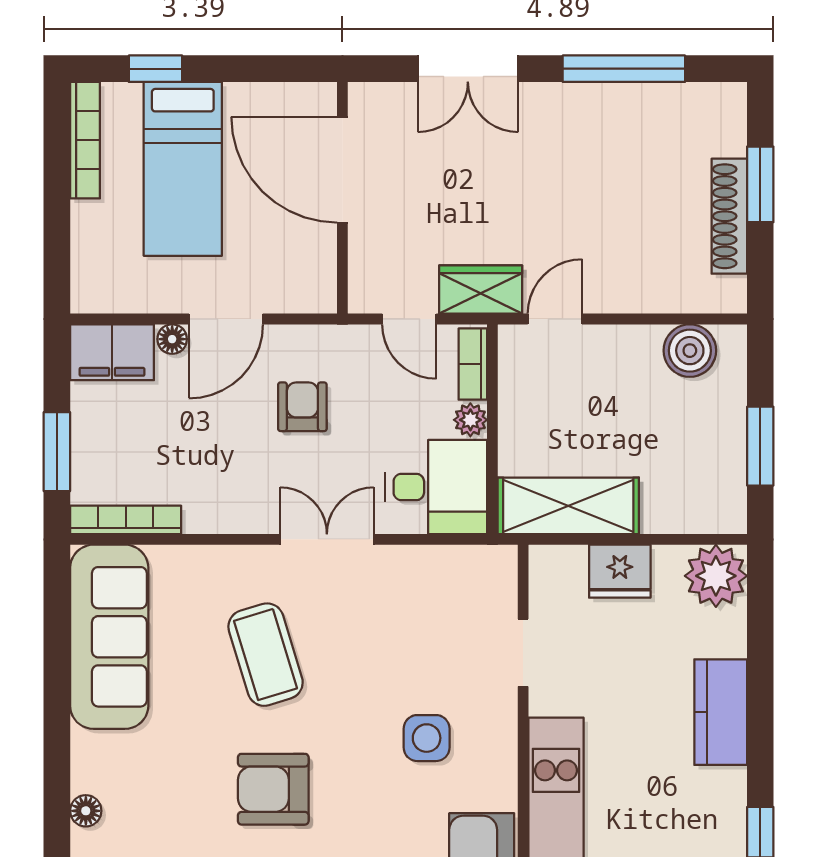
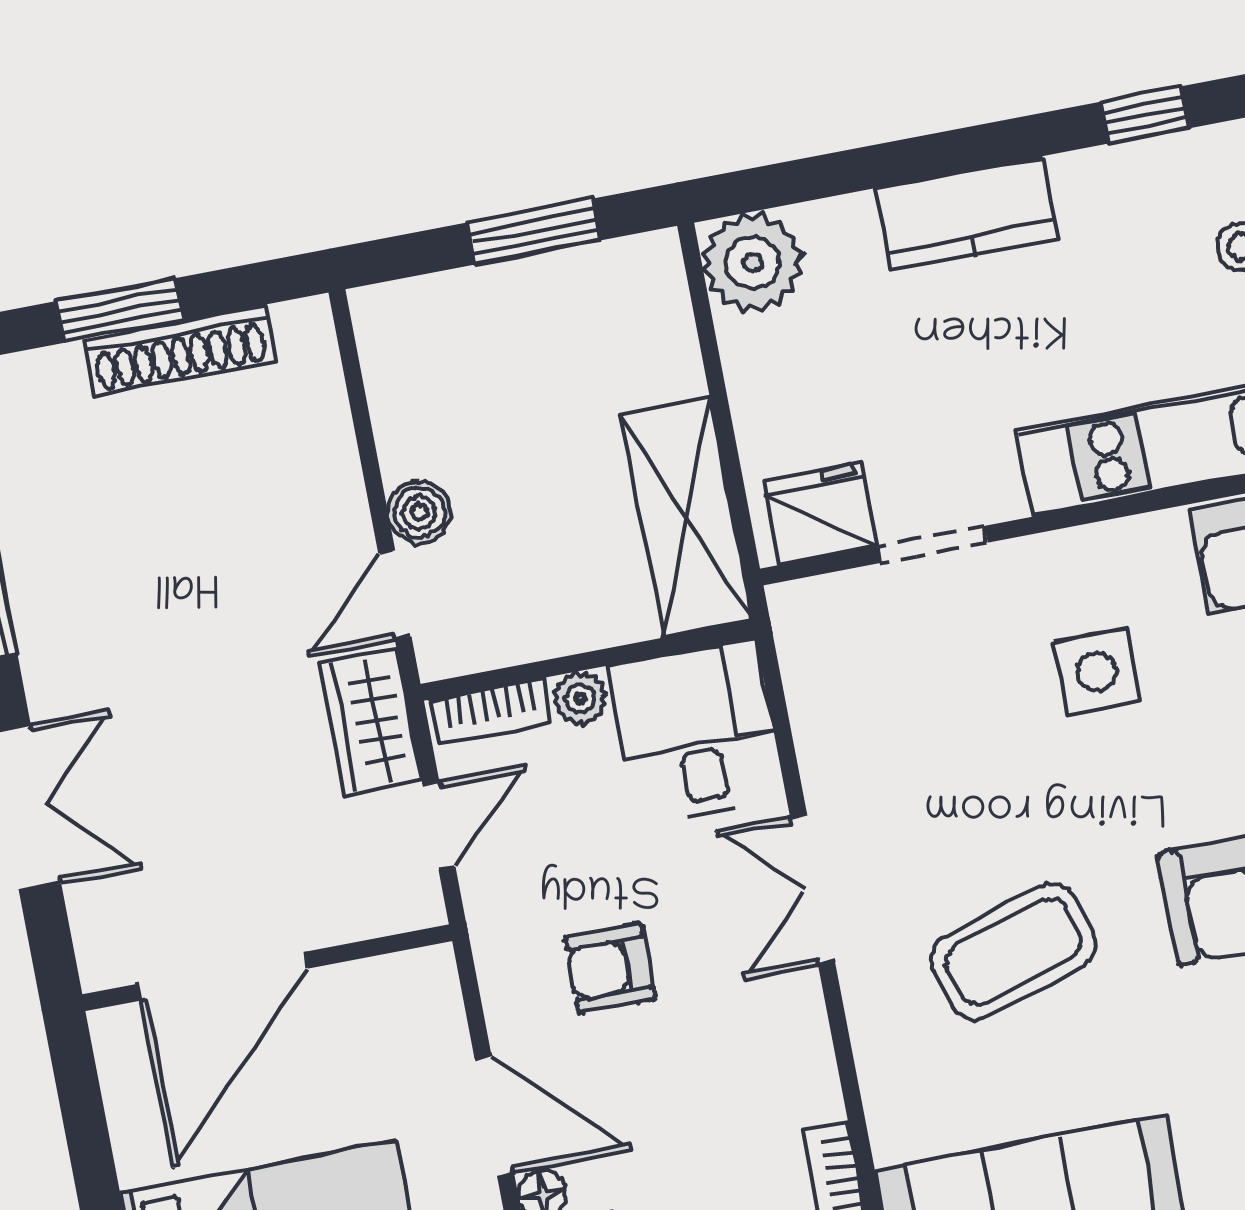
door: (555, 319) -> (395, 595), hinge flipped
boiler: (690, 351) -> (419, 512), moved, width x0.73, depth x0.73
fridge: (620, 571) -> (819, 514), moved, turned -90

